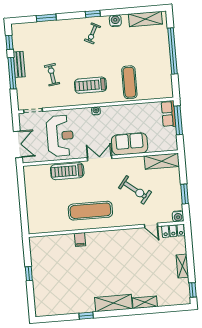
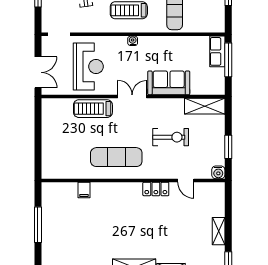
exercise bike: (135, 190) -> (171, 137), turned -38
locker: (173, 231) -> (156, 189), moved
filing cabinet: (80, 240) -> (84, 190), moved
window: (29, 274) -> (38, 225), width x2.17

